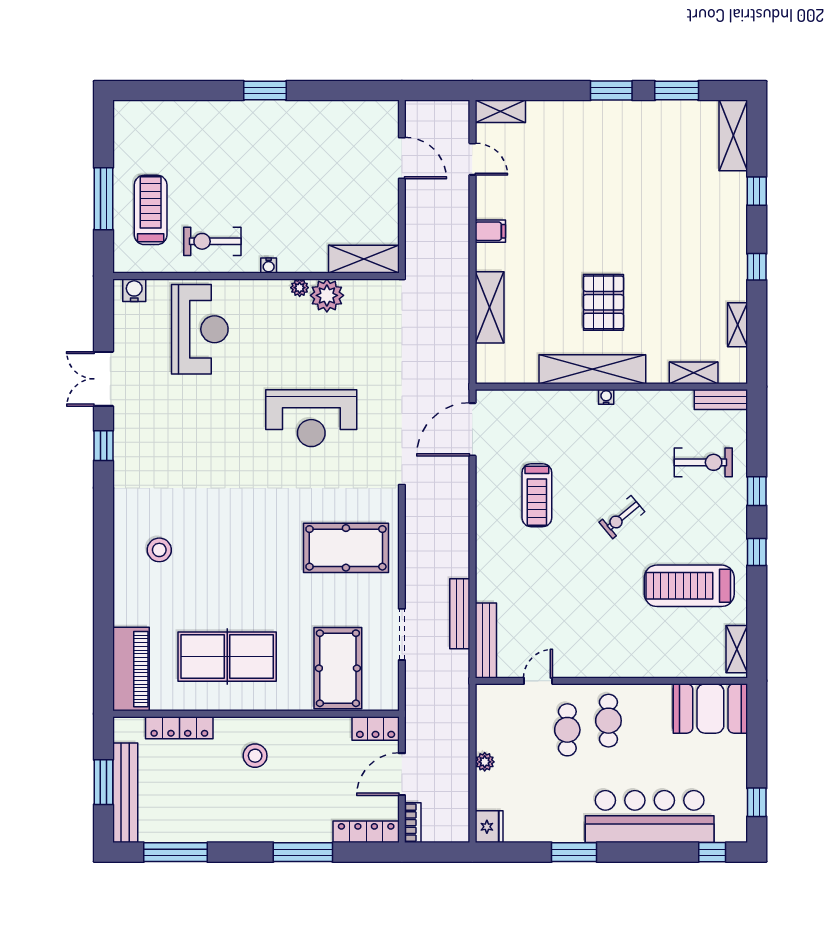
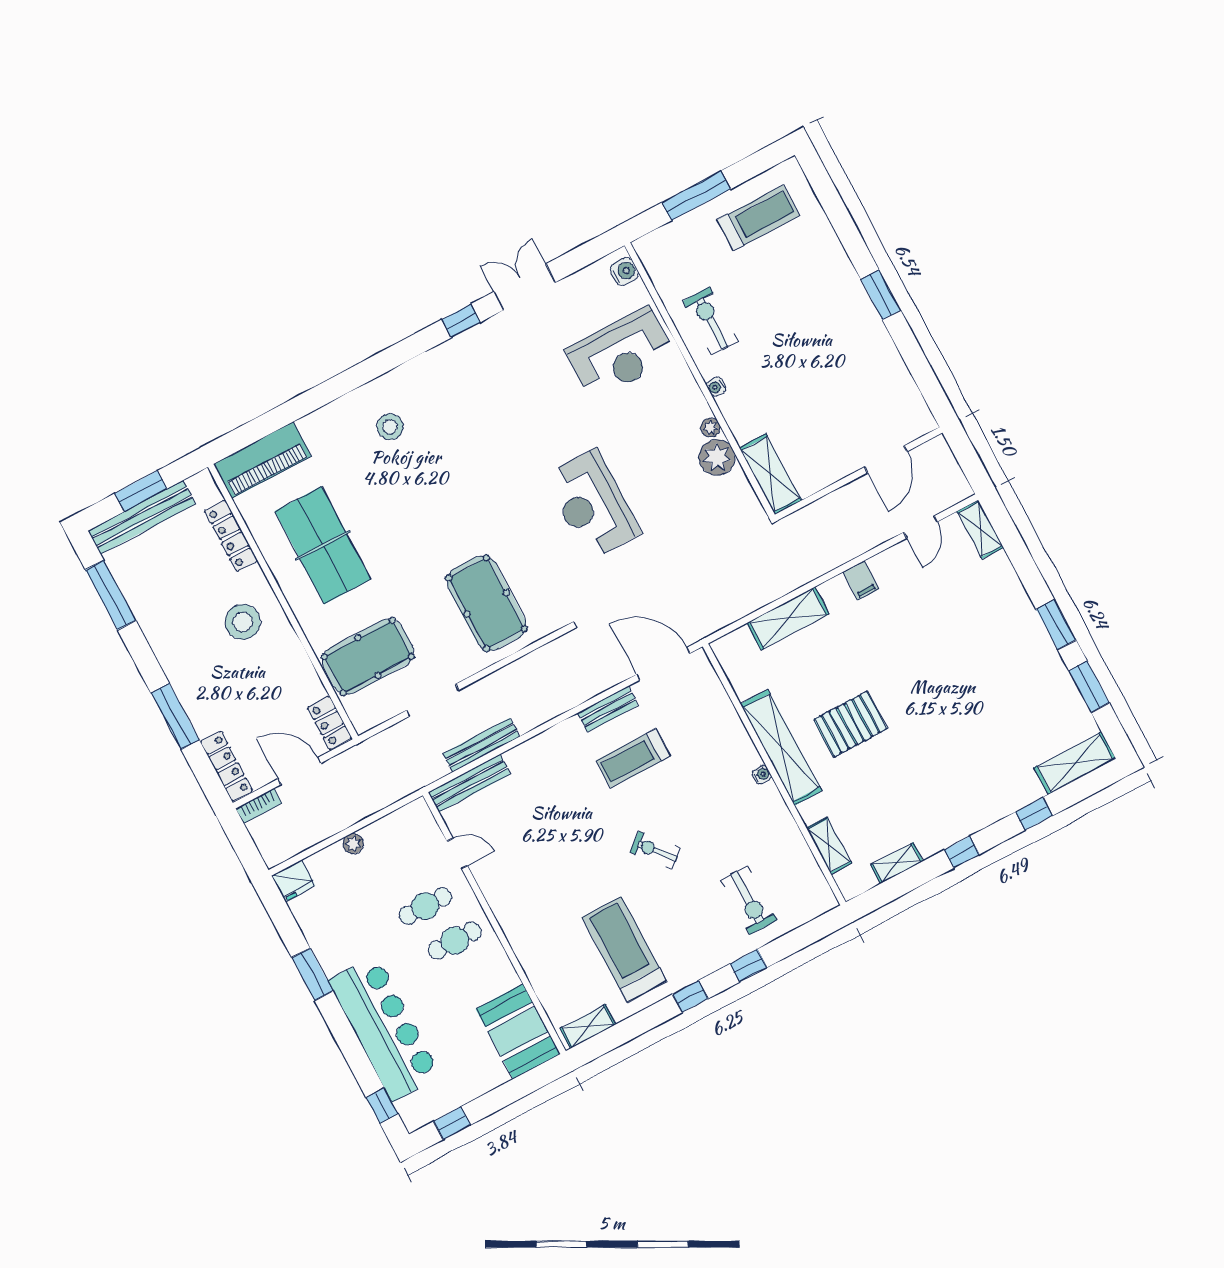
treadmill: (151, 210) -> (758, 218), moved
bench: (721, 400) -> (608, 709), moved, turned 90
stool: (255, 756) -> (243, 622), width x1.38, depth x1.38

